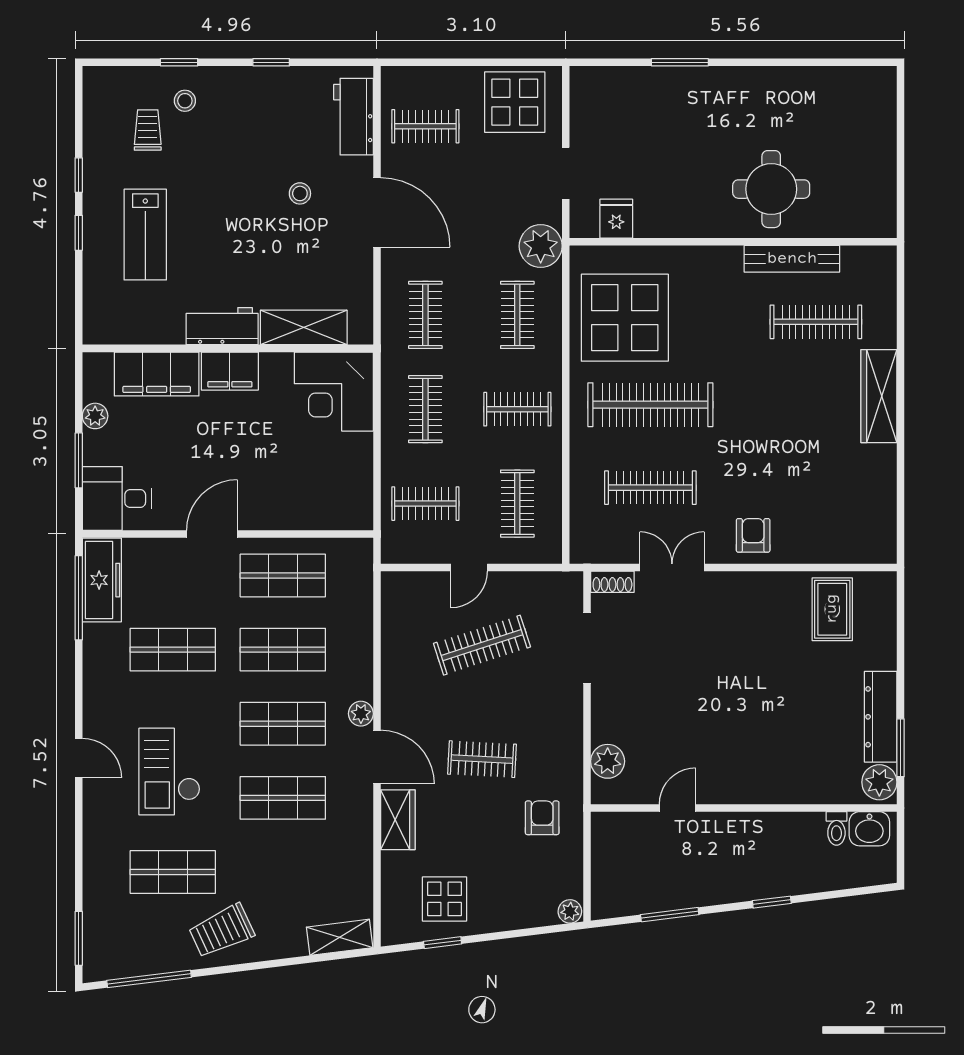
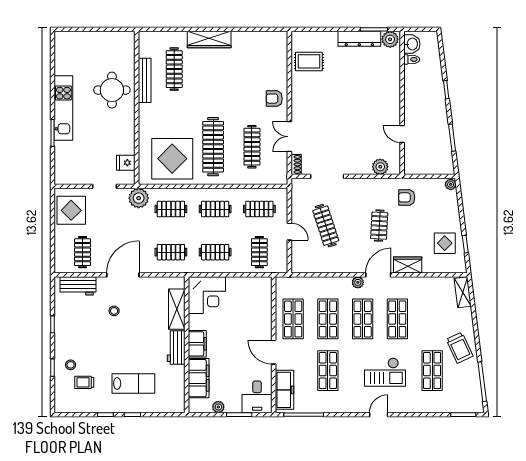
kitchen unit: (733, 85) -> (63, 108), added
clothes rail: (517, 409) -> (215, 209), turned 90
freezer: (102, 580) -> (285, 390), moved, turned 90

